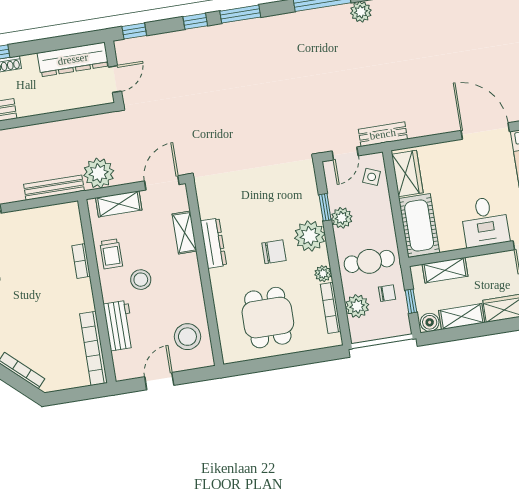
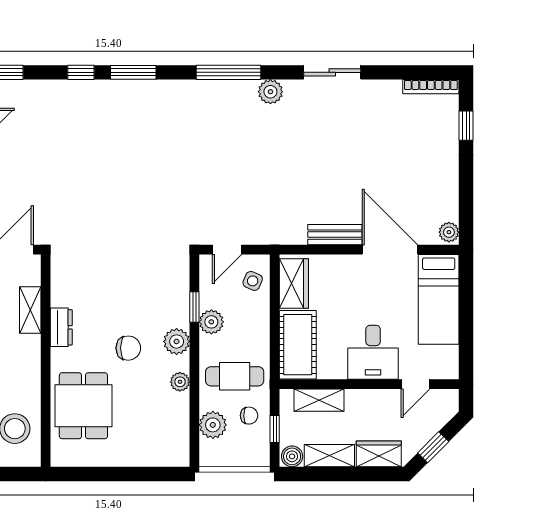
bench: (383, 134) -> (335, 235), moved
plant: (310, 236) -> (177, 341), width x0.73, depth x0.73
dresser: (213, 243) -> (61, 327), width x0.70
bookcase: (331, 308) -> (182, 422), removed
dining table: (268, 318) -> (83, 406), moved

